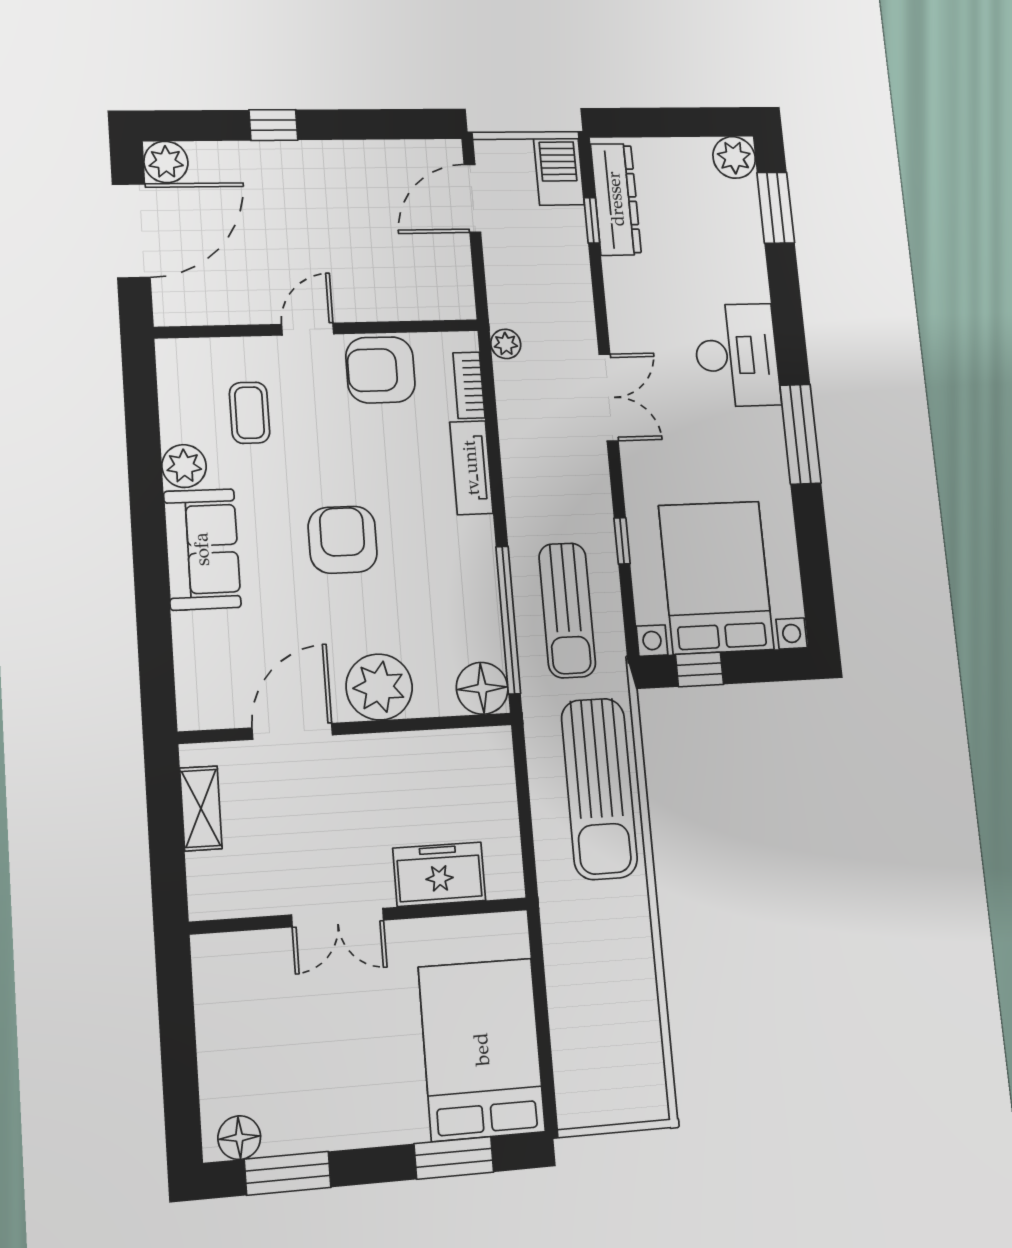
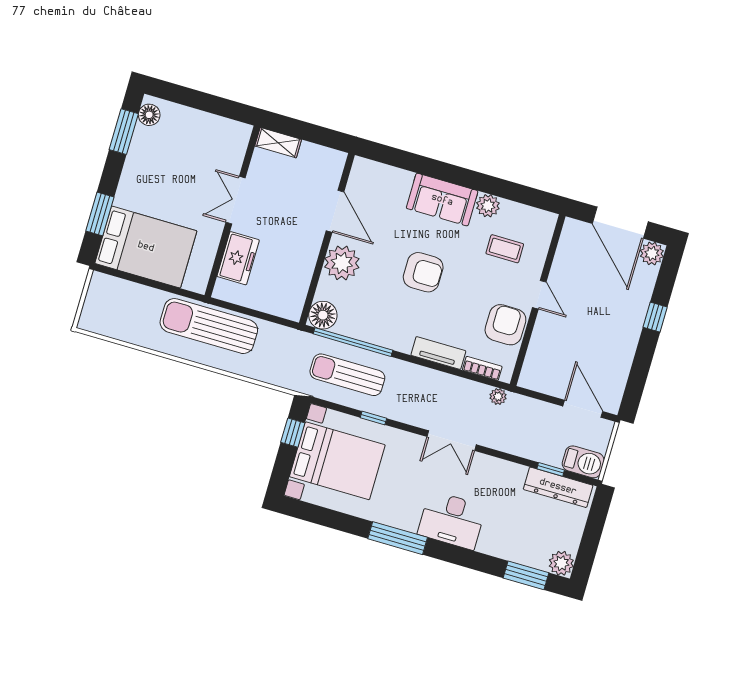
sun lounger: (599, 789) -> (209, 326), moved
shelving: (201, 808) -> (278, 143), moved

